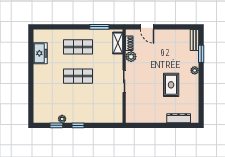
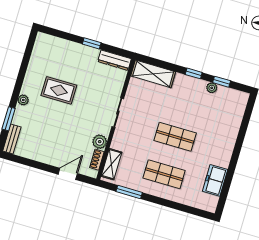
door: (147, 27) -> (68, 174), hinge flipped
rug: (171, 85) -> (59, 90), turned 90
shelving: (107, 117) -> (153, 74), added
dresser: (179, 118) -> (115, 60), moved
window: (158, 125) -> (92, 43), added

